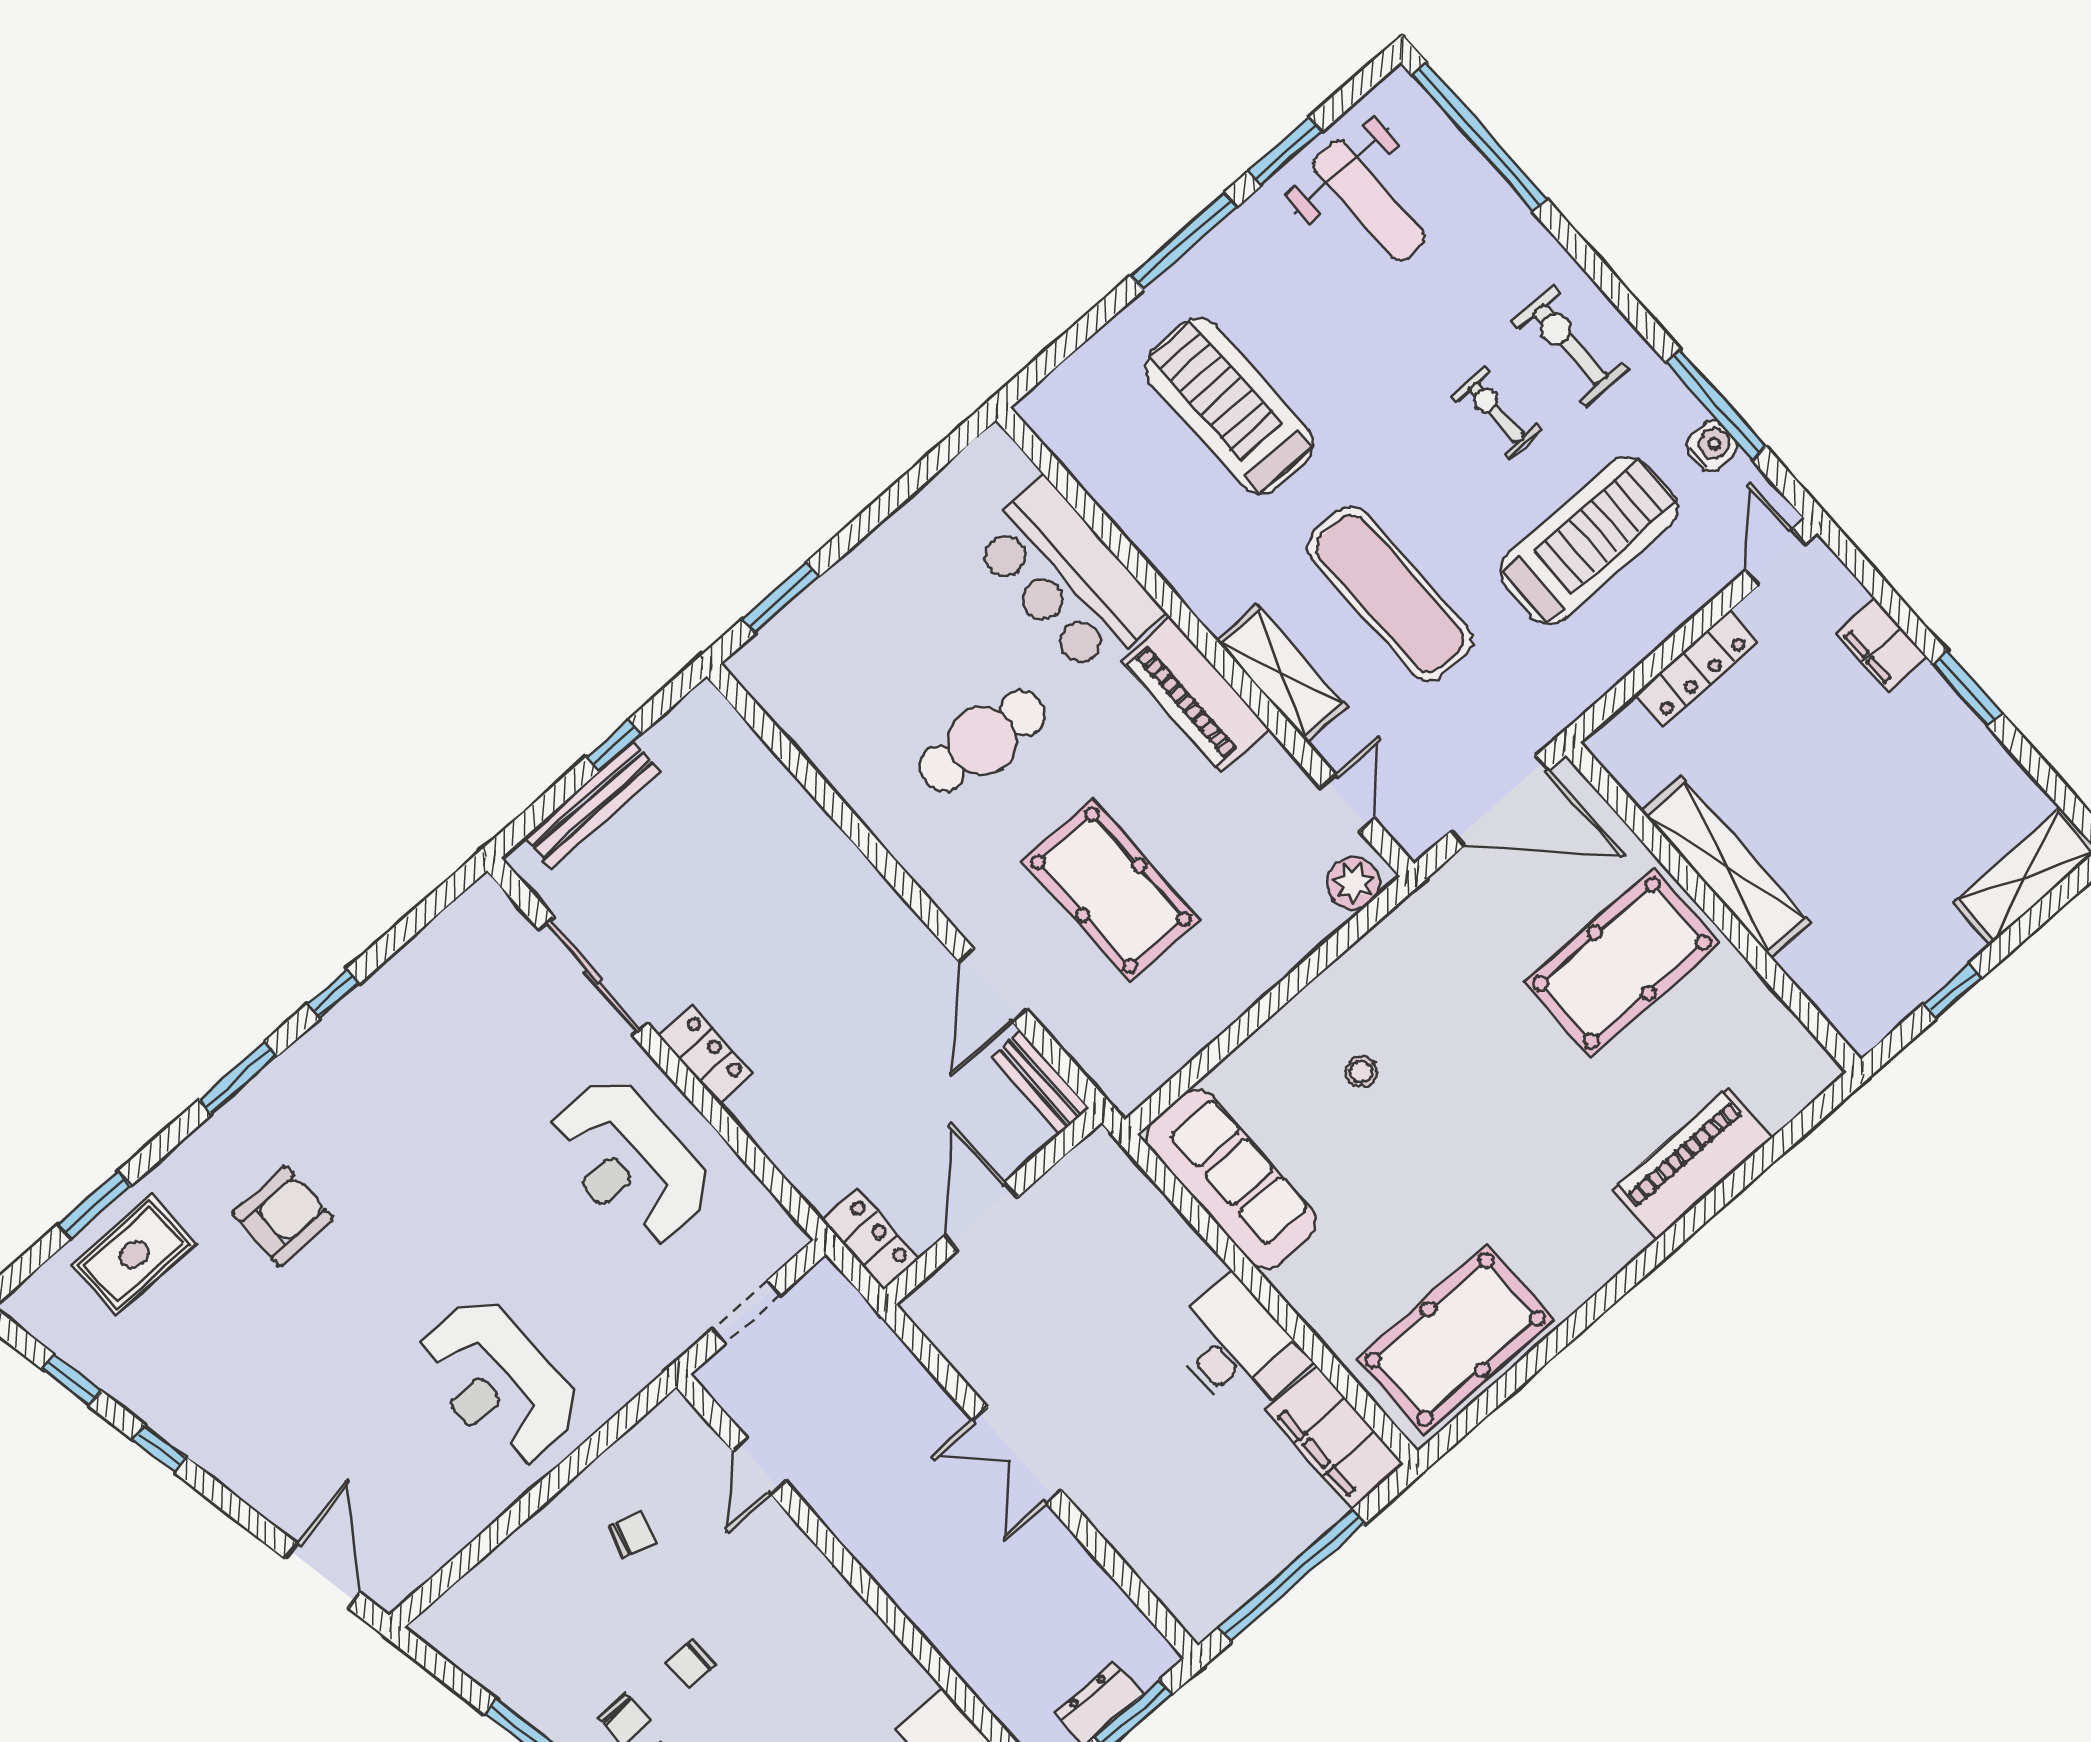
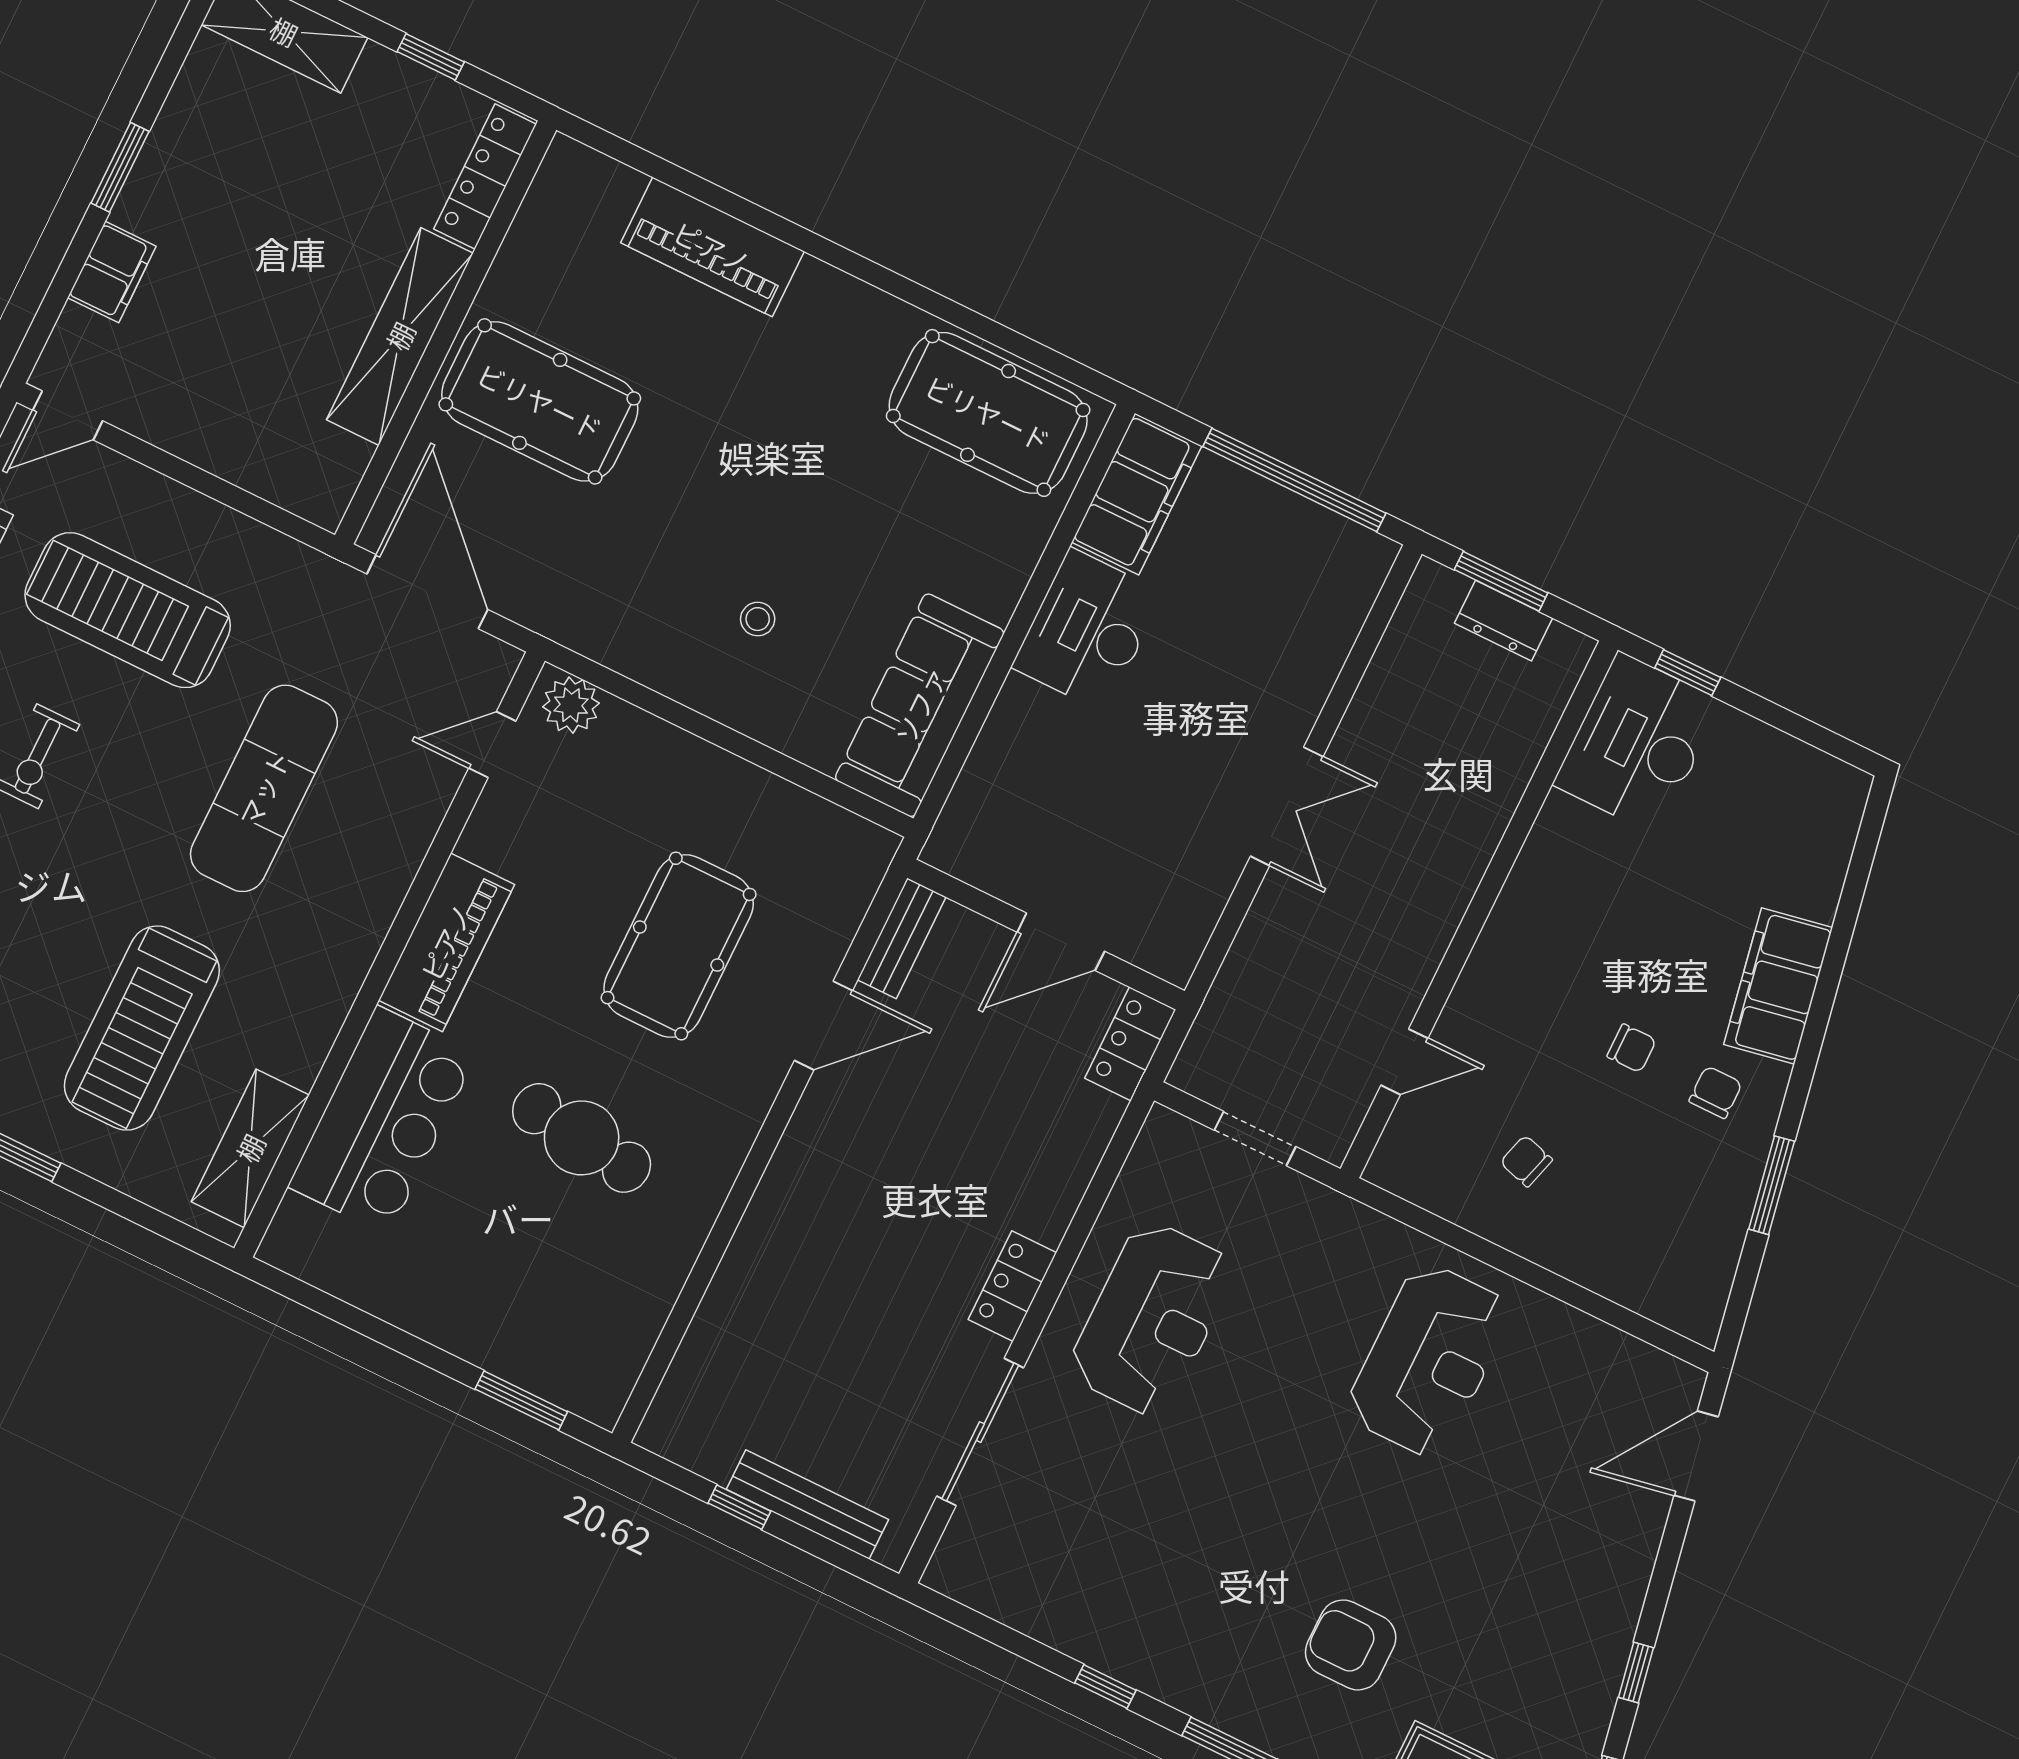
locker: (1696, 668) -> (485, 177), moved, turned -90
shelving: (1282, 673) -> (250, 1148), moved

